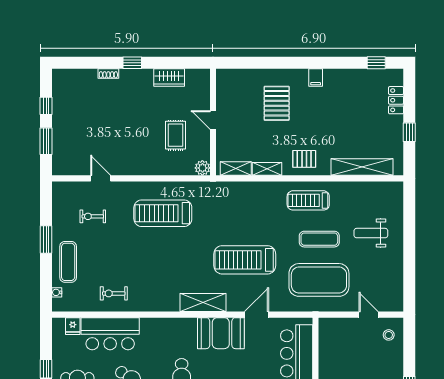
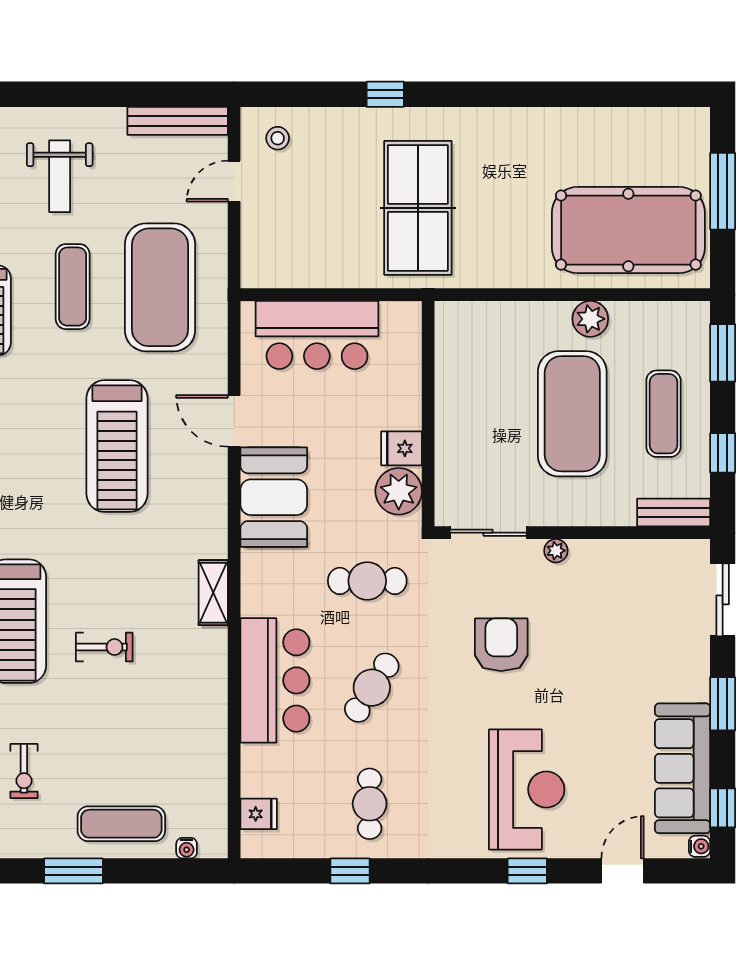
bench: (397, 288) -> (178, 121), added
exercise bike: (114, 293) -> (104, 647), moved, turned -90
shelving: (203, 303) -> (213, 593), moved, width x0.67, depth x0.75
bar counter: (110, 334) -> (275, 680), moved

